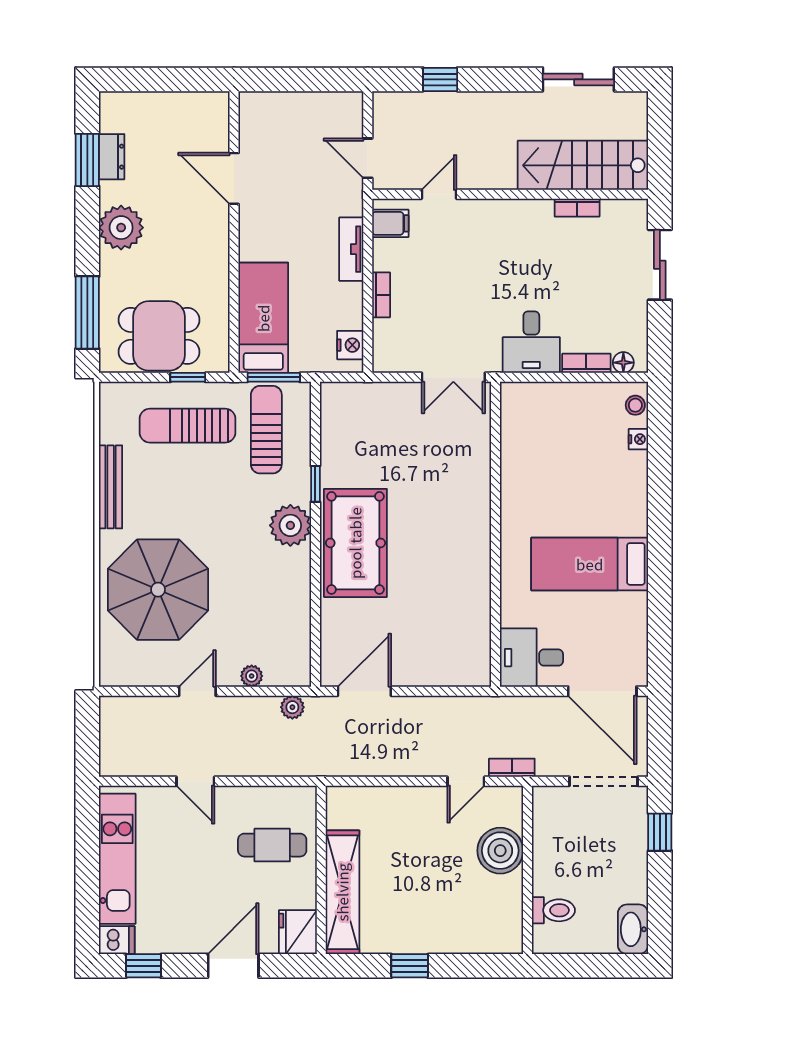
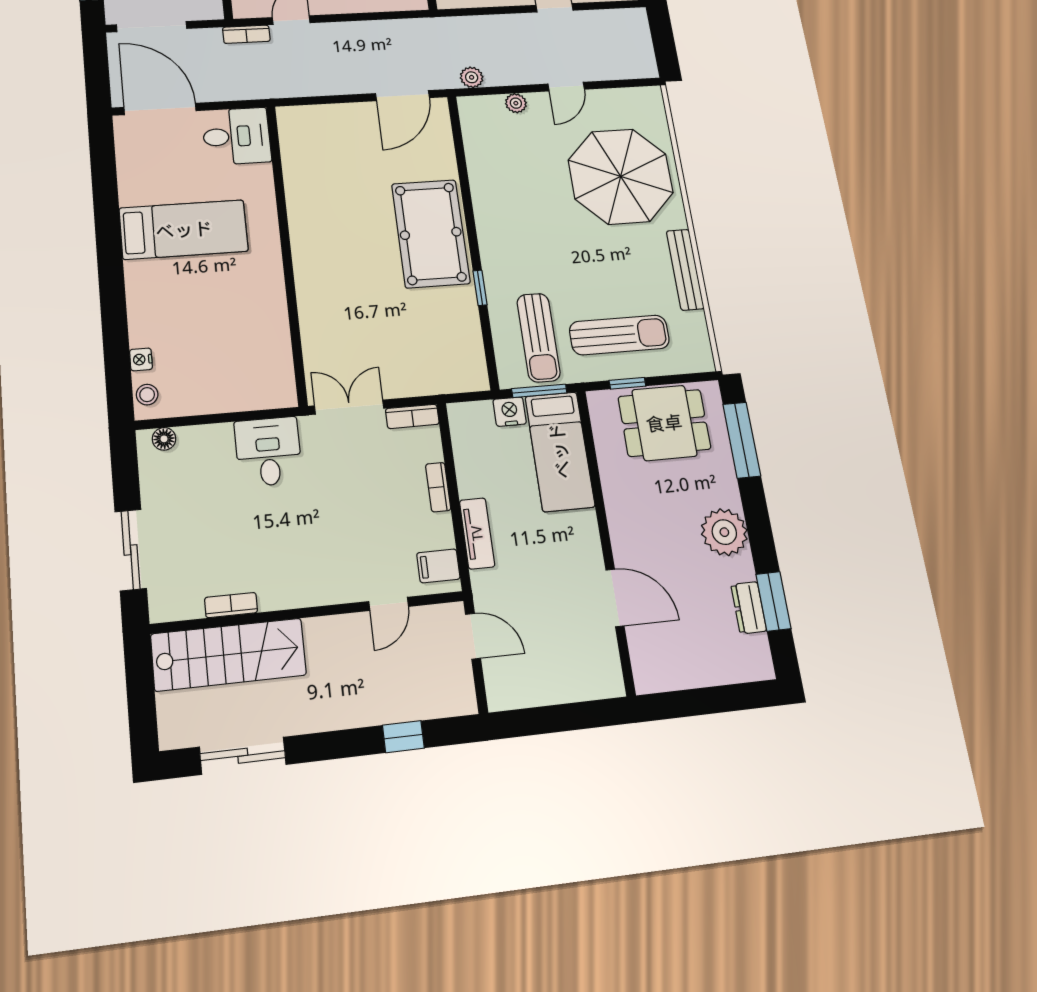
nightstand: (350, 345) -> (510, 412), moved, turned 90
bookcase: (586, 363) -> (412, 416), moved
plant: (290, 525) -> (499, 246), removed

